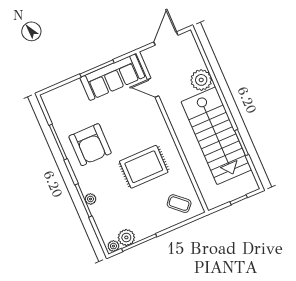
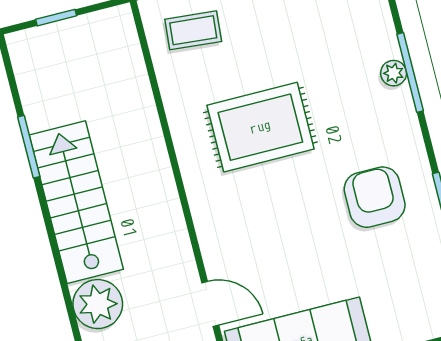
stairs: (216, 136) -> (76, 202), width x0.73, depth x0.66
armchair: (90, 145) -> (375, 197), width x0.73, depth x0.73
coffee table: (179, 204) -> (193, 30), turned -37

